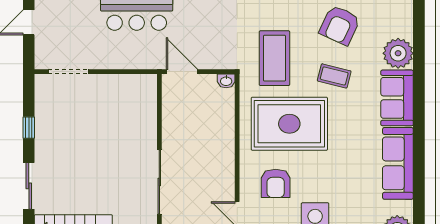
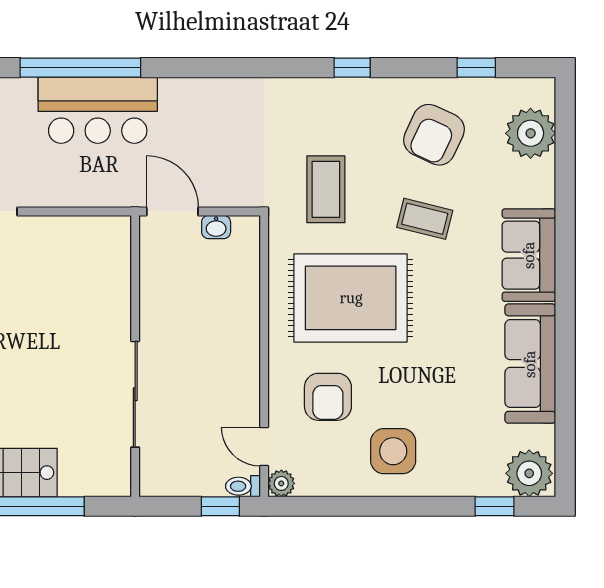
plant: (398, 53) -> (531, 133), moved
coffee table: (274, 58) -> (326, 189), width x0.73, depth x0.76
washbasin: (226, 81) -> (216, 227), moved

